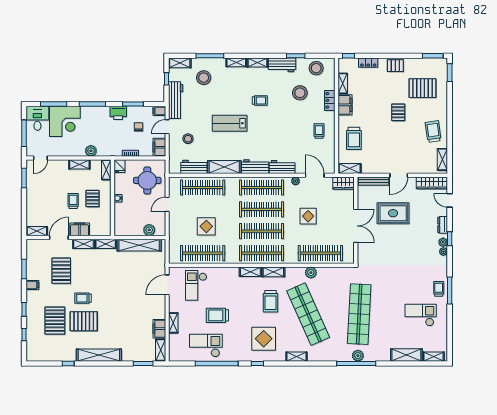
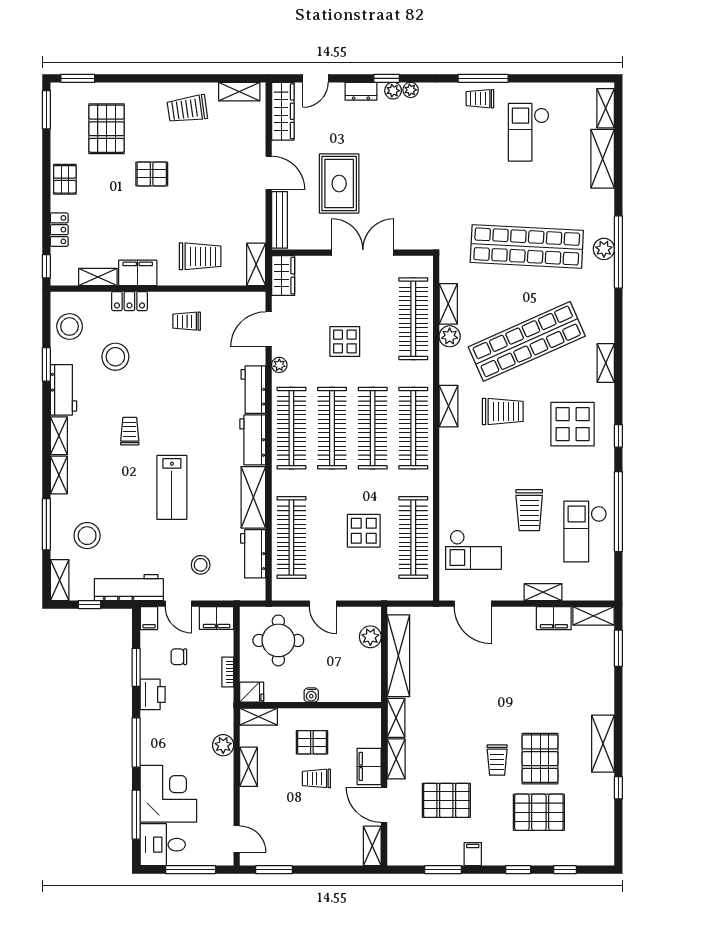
shelving: (250, 272) -> (448, 304), moved
shelving: (99, 355) -> (603, 744), width x0.68

